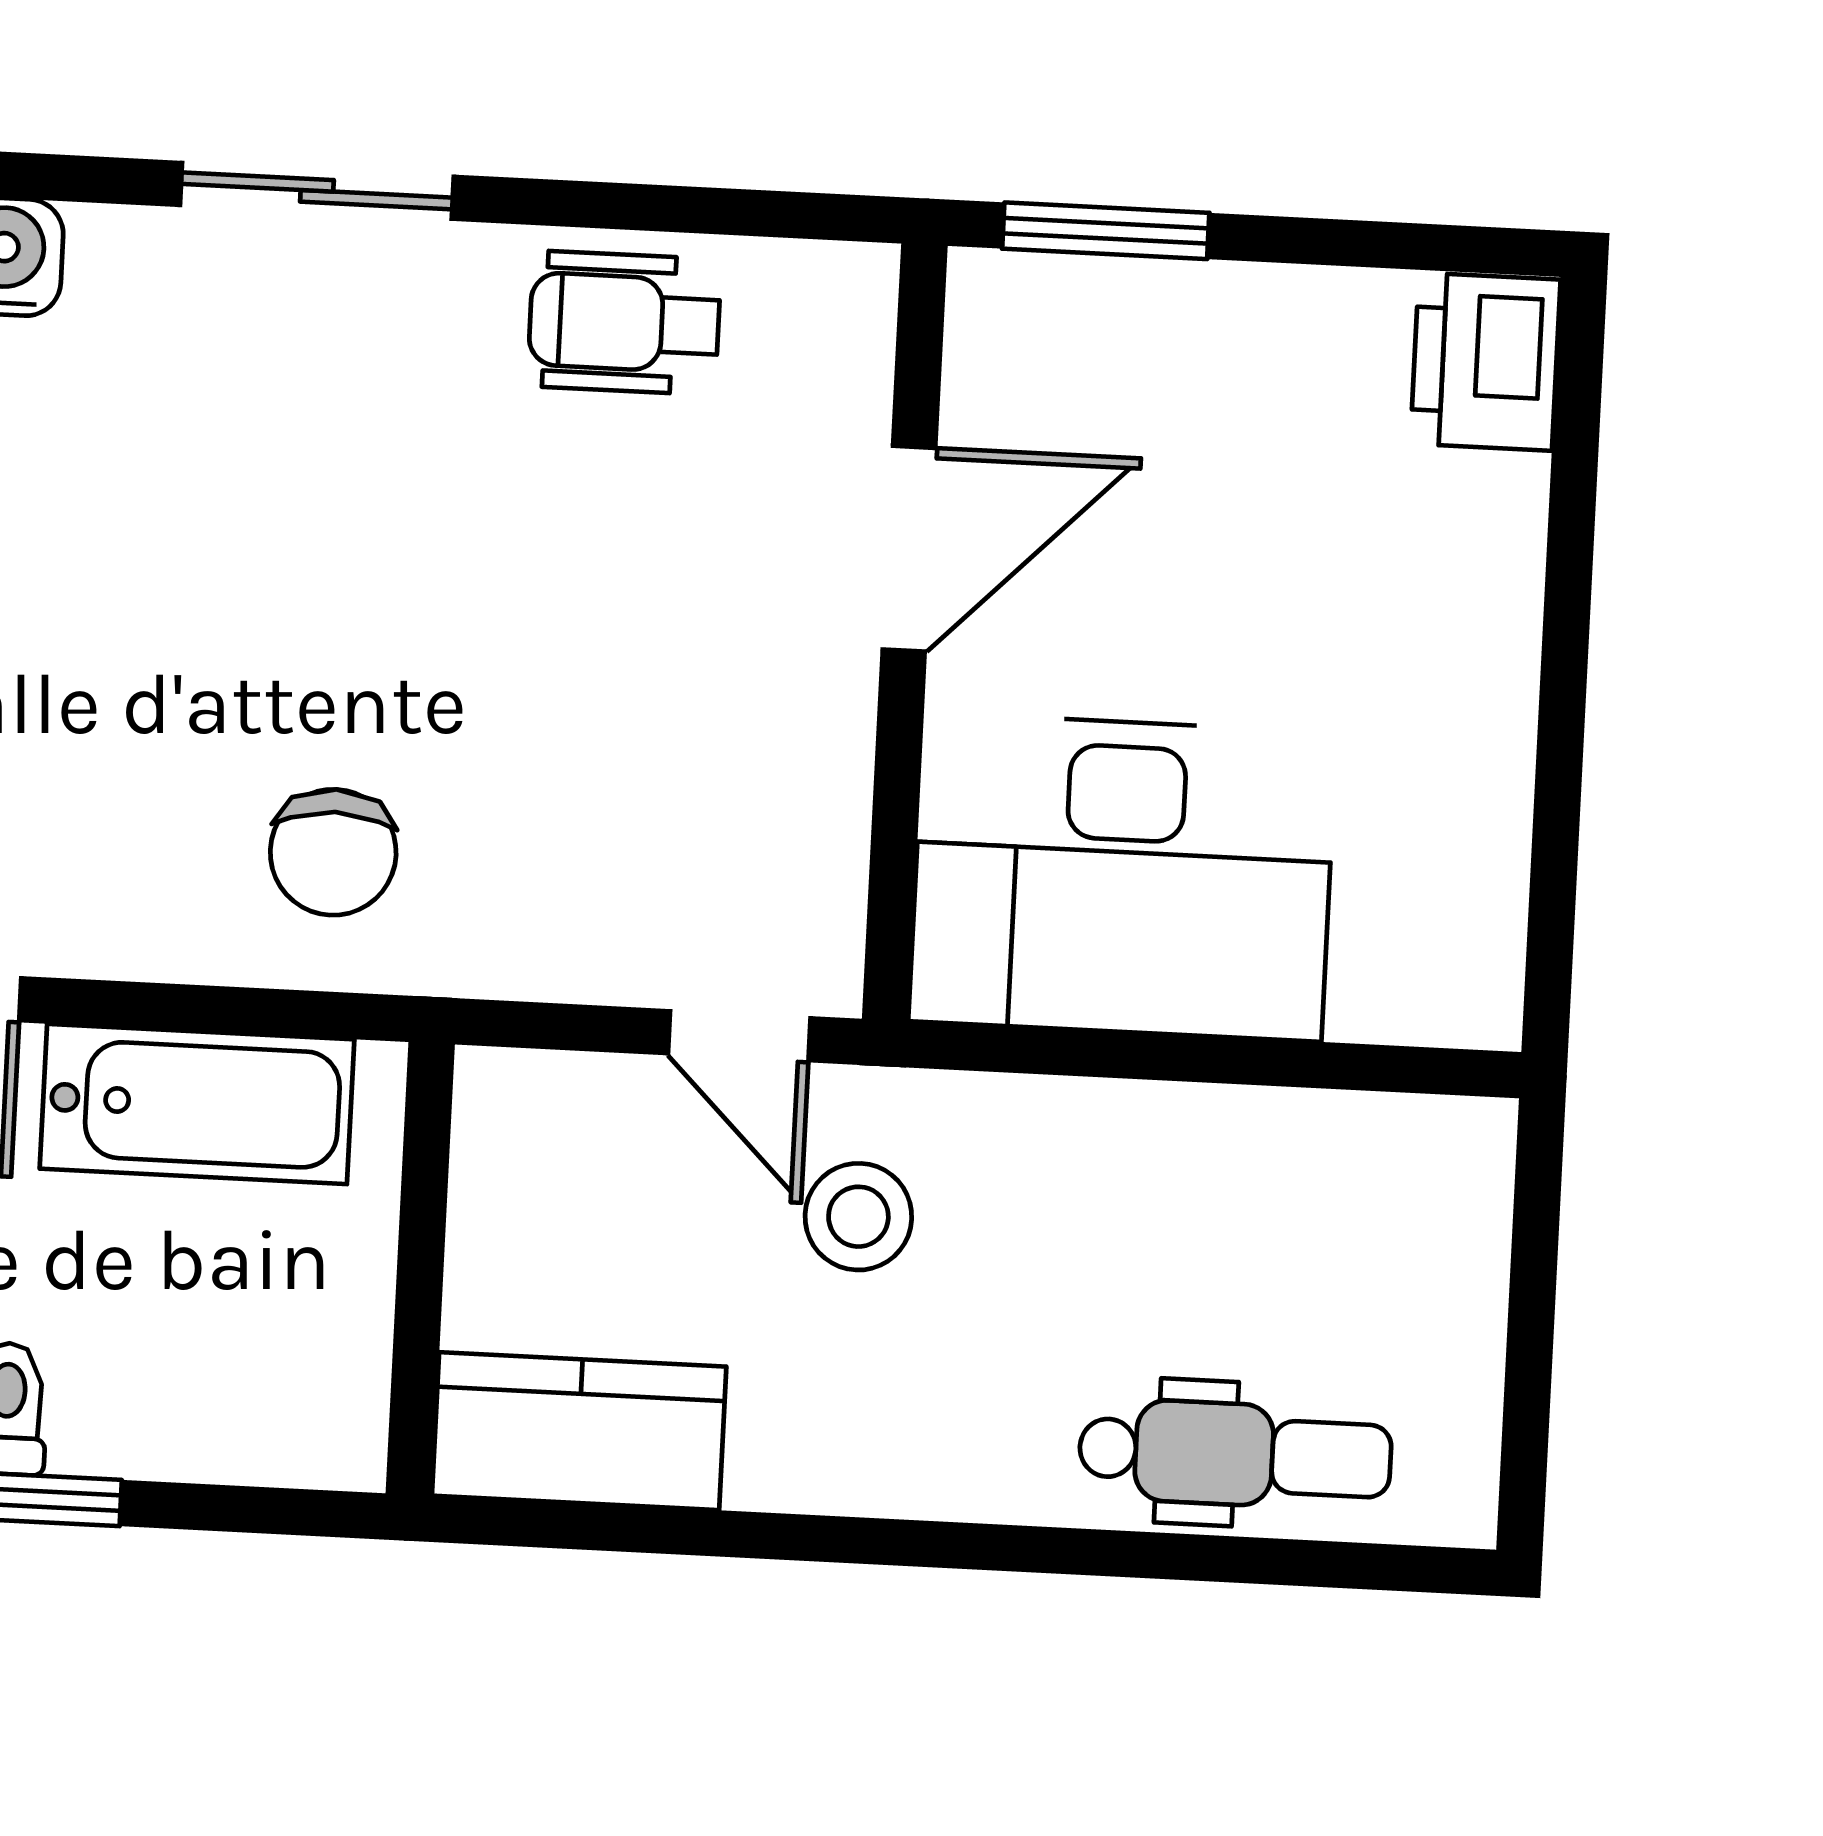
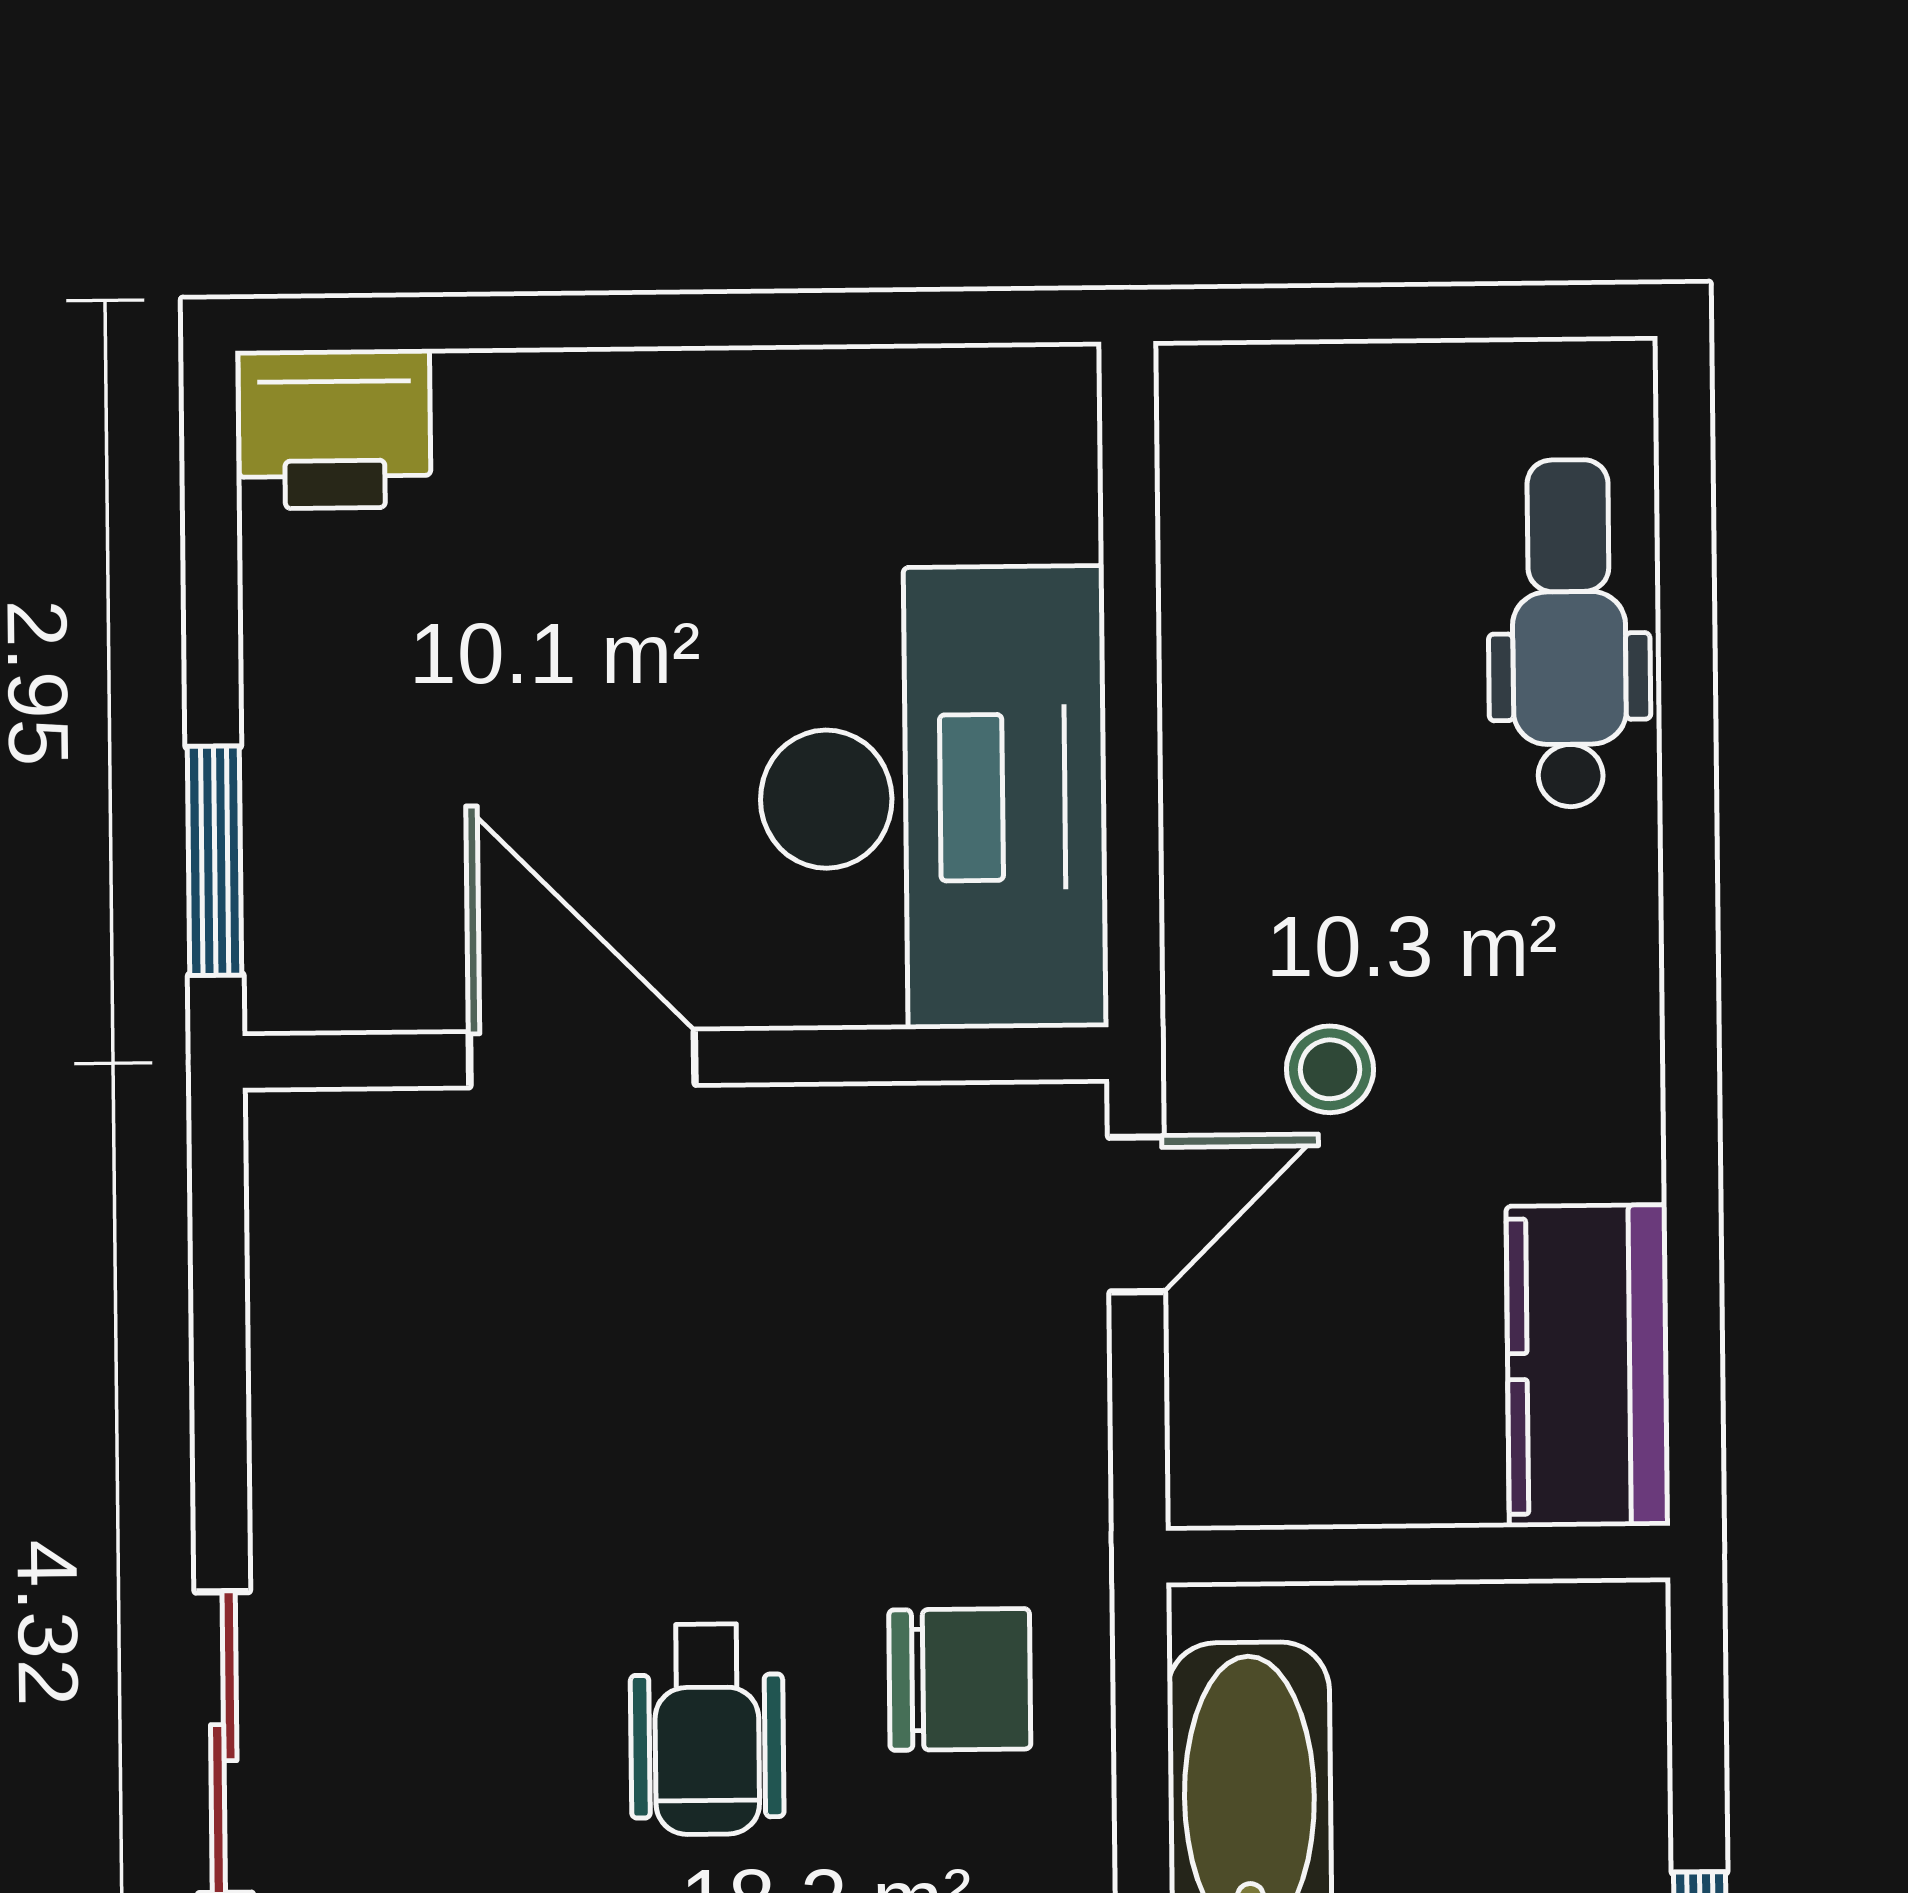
wheelchair: (624, 323) -> (707, 1729), moved
stool: (858, 1217) -> (1330, 1069), width x0.73, depth x0.73

